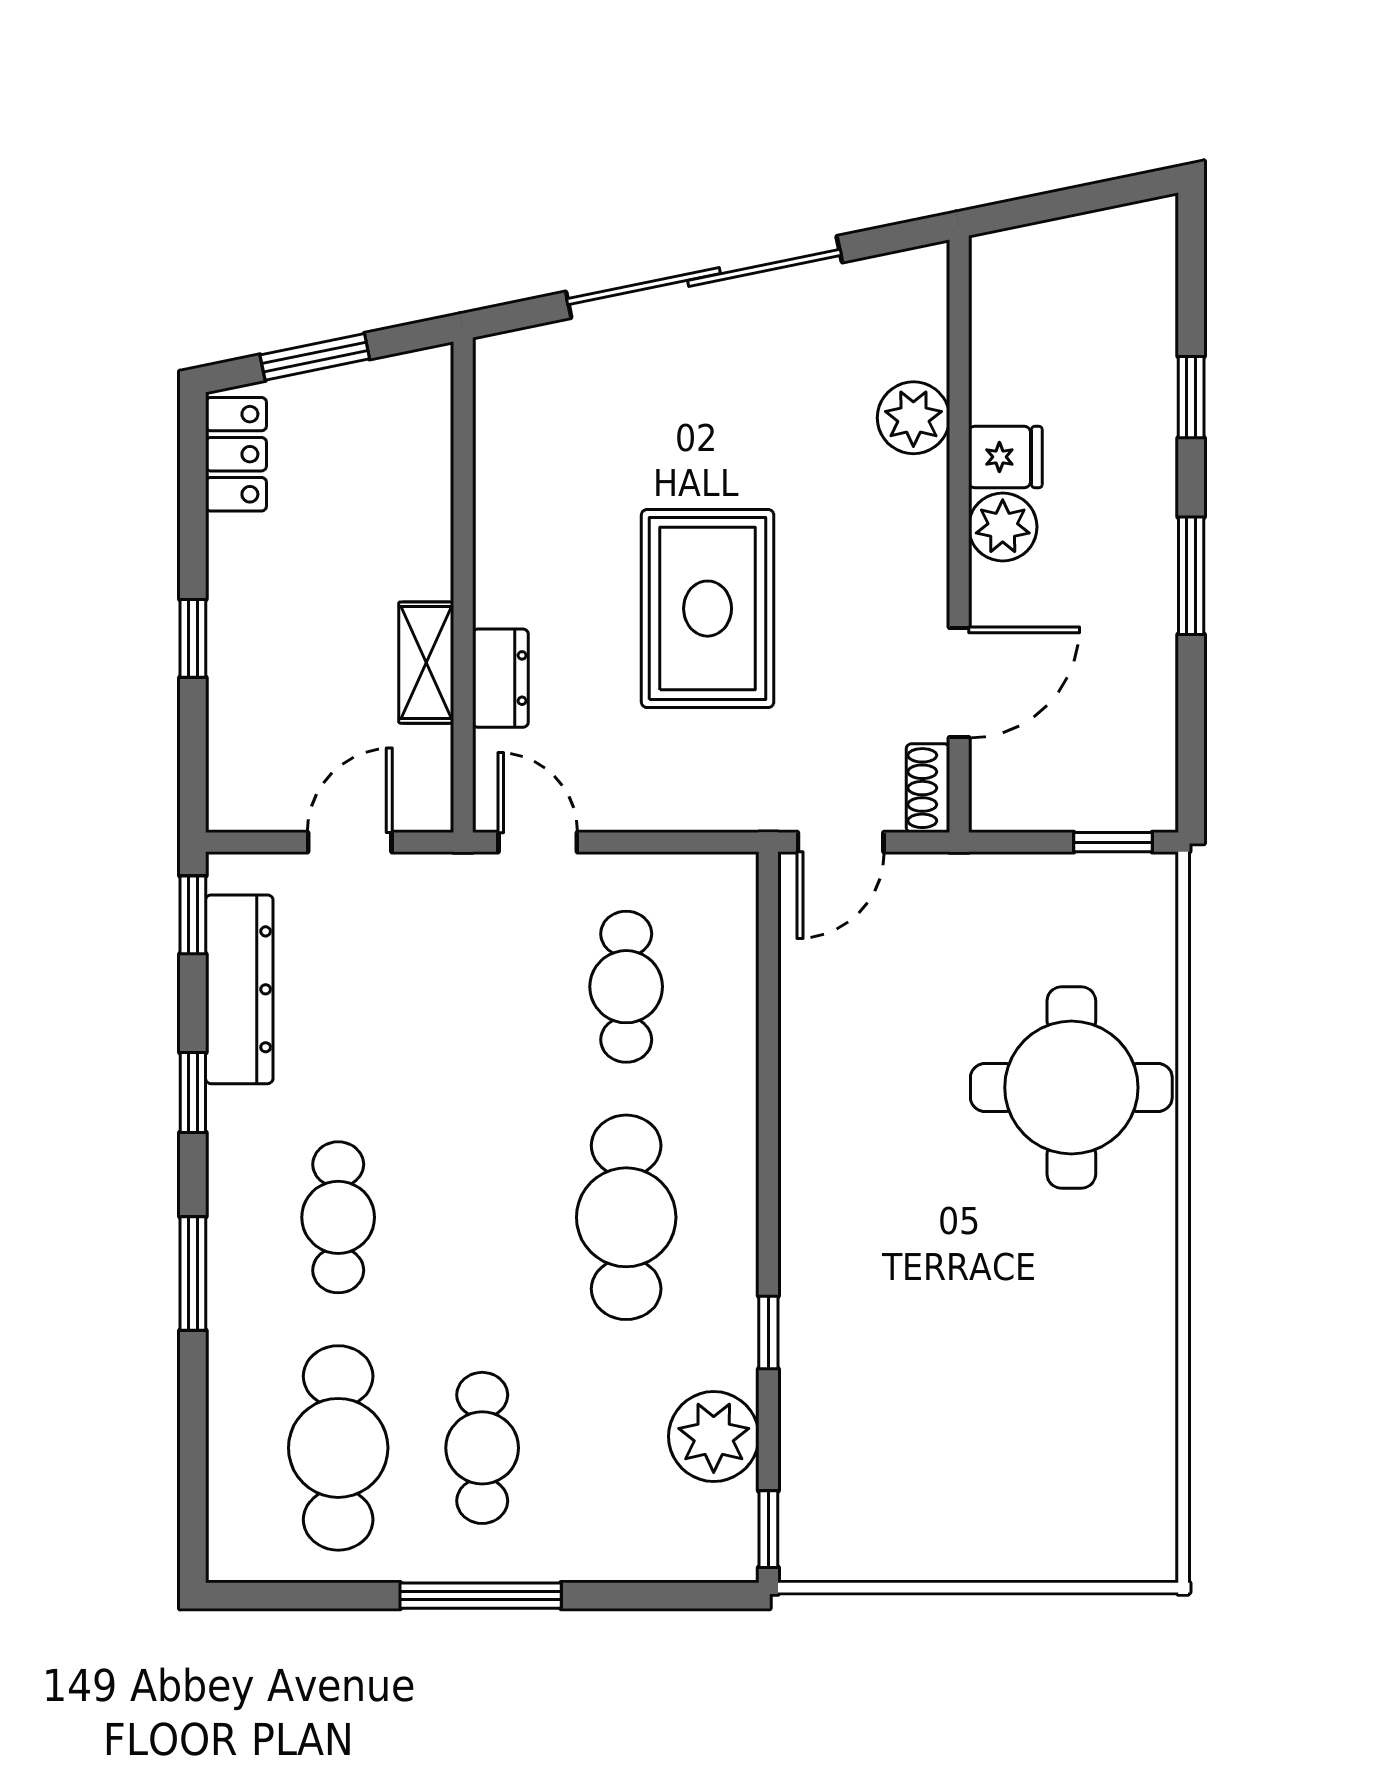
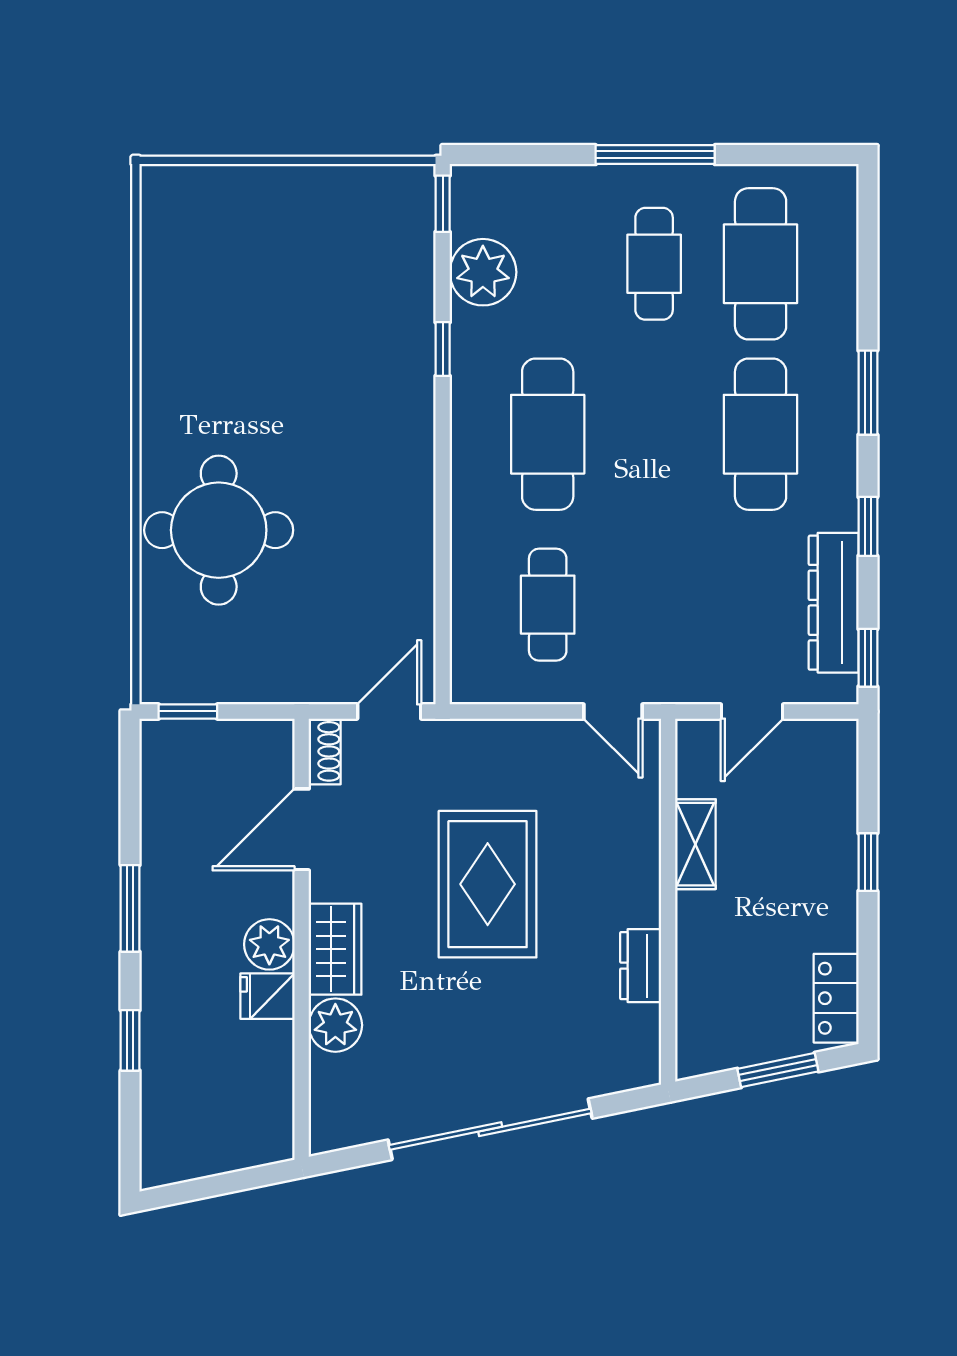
wardrobe: (914, 521) -> (335, 949), added
dresser: (500, 678) -> (641, 966), moved
cafe table: (338, 1217) -> (761, 434), width x1.37, depth x1.35

